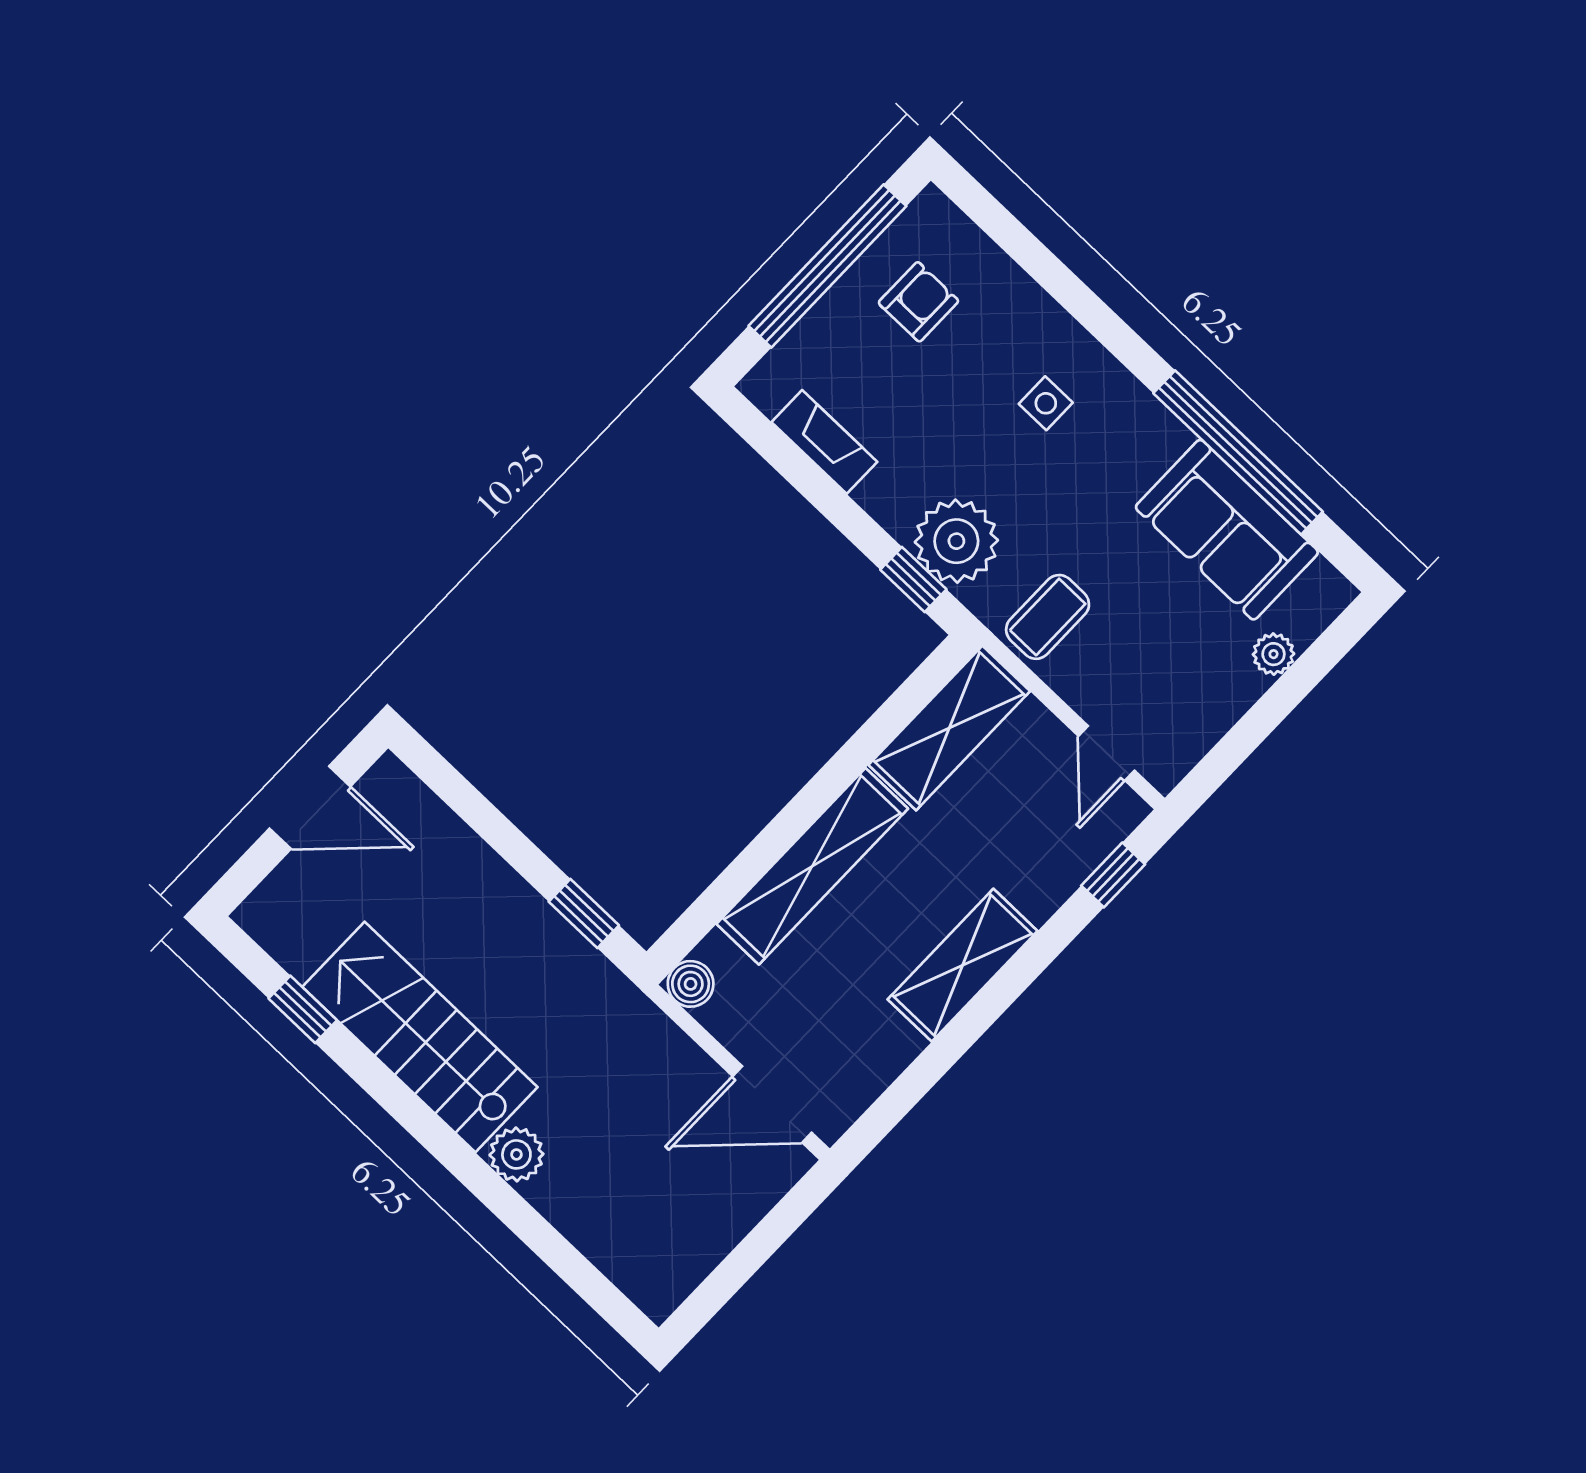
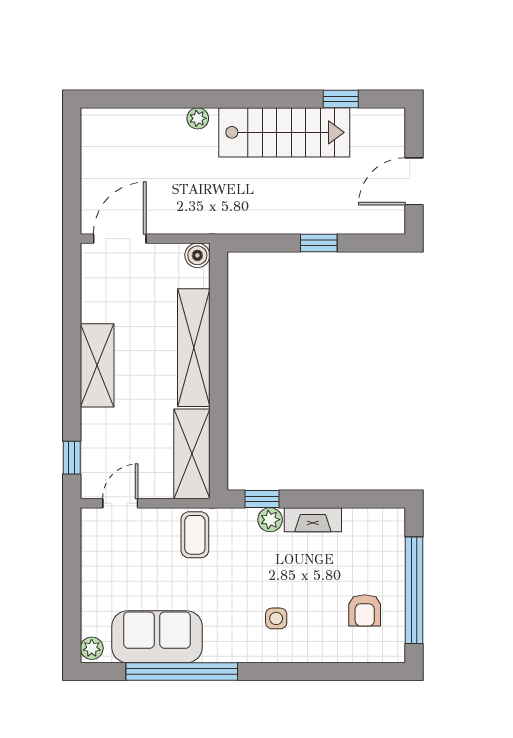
fireplace: (824, 442) -> (313, 520), moved
plant: (956, 541) -> (270, 520), width x0.53, depth x0.53
plant: (1274, 654) -> (92, 648), moved
door: (1107, 753) -> (120, 503), hinge flipped
window: (584, 914) -> (319, 243), moved
plant: (516, 1154) -> (198, 118), width x0.73, depth x0.73

